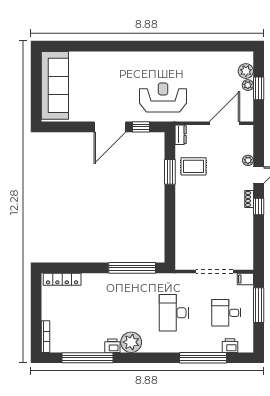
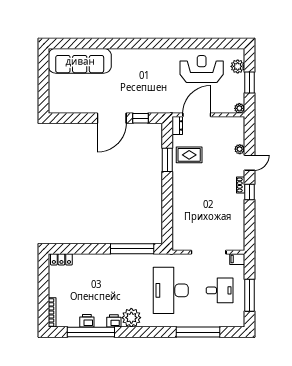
sofa: (55, 85) -> (80, 61), moved, turned 90
plant: (248, 85) -> (239, 108), moved
reception desk: (163, 97) -> (202, 69), moved
door: (224, 123) -> (197, 115), moved
locker: (62, 279) -> (61, 259), width x0.66
window: (259, 305) -> (249, 295), moved
desk: (174, 313) -> (171, 290), width x1.36, depth x1.30
desk: (226, 313) -> (220, 290), turned 180
printer: (230, 346) -> (87, 321), moved

